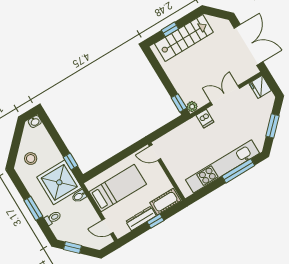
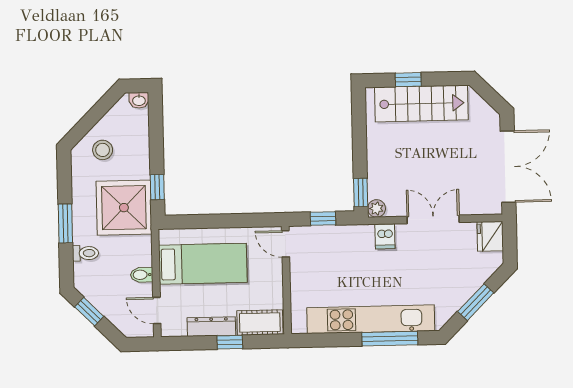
window: (167, 128) -> (323, 219), added
bidet: (79, 196) -> (142, 275), moved

